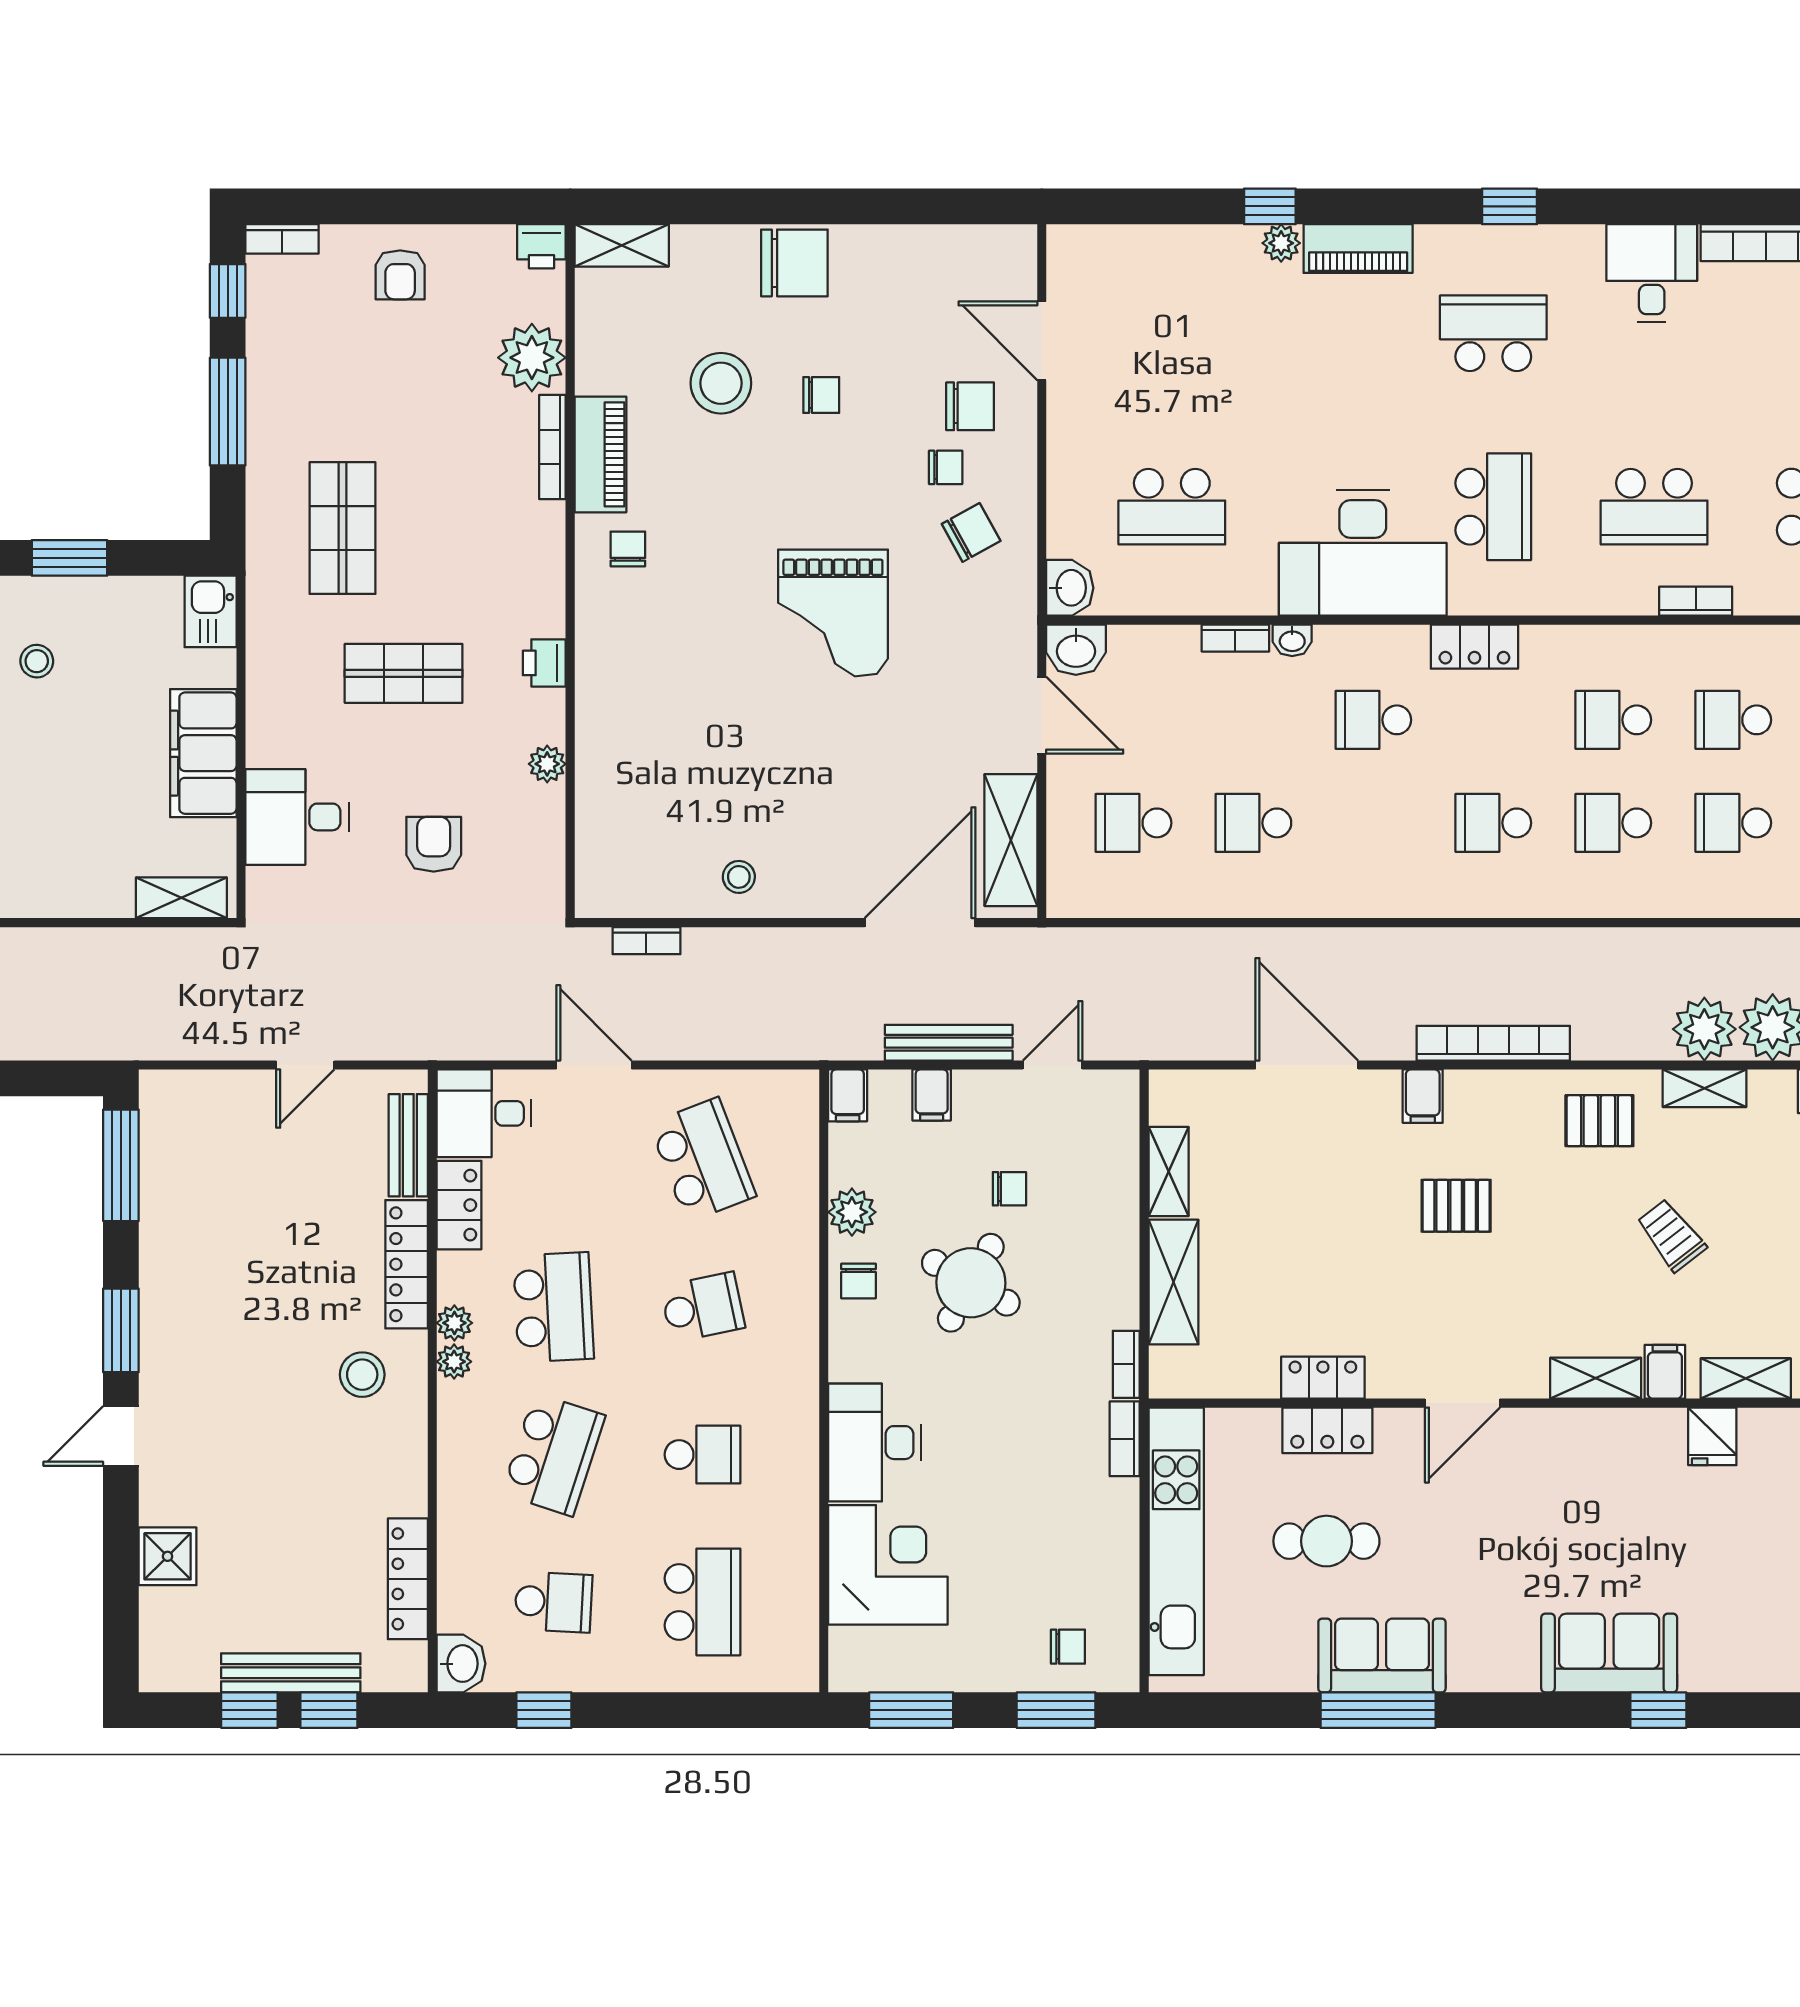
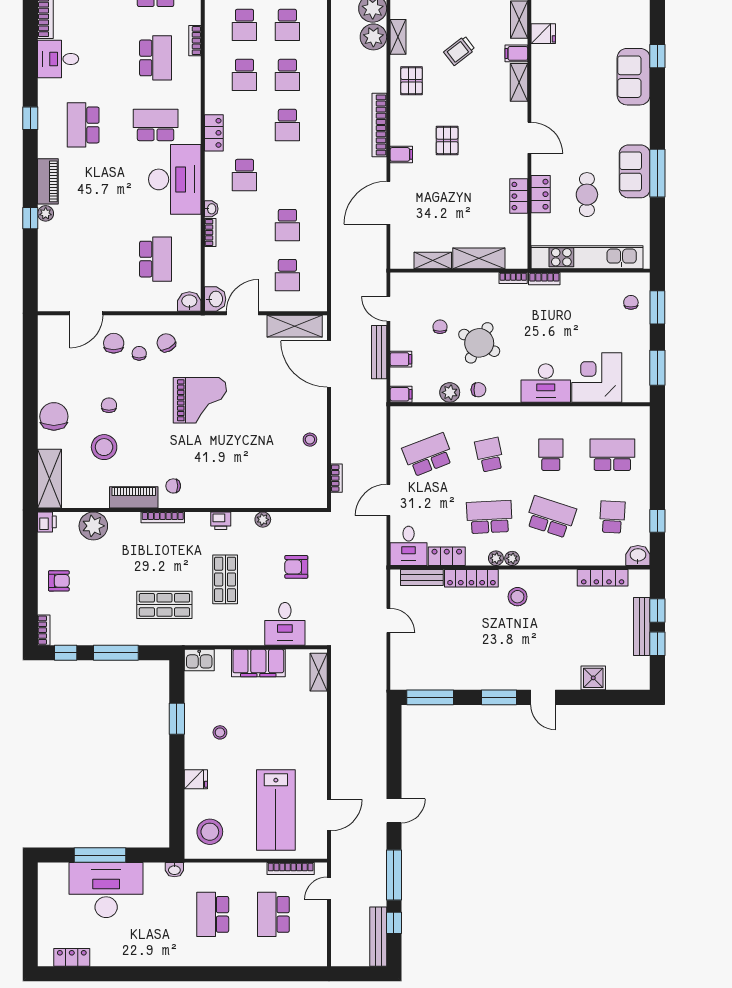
shelving: (622, 245) -> (50, 479), width x1.50, depth x1.33
bookcase: (552, 447) -> (163, 517), moved

